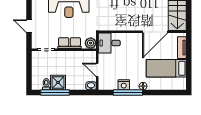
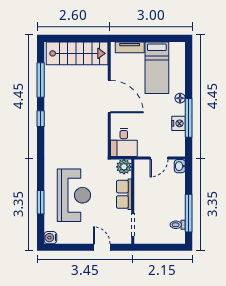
door: (29, 26) -> (102, 247), swing flipped
door: (155, 32) -> (109, 97), moved
shower: (58, 83) -> (175, 209), removed

